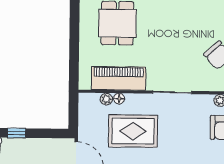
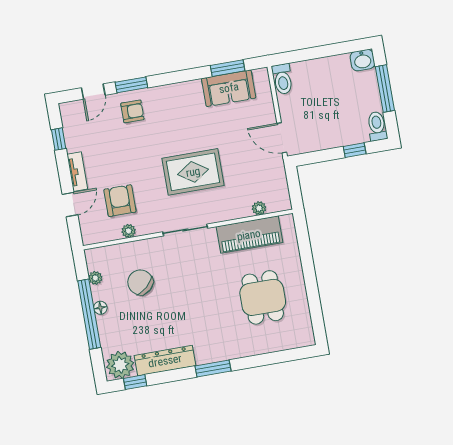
floor lamp: (119, 99) -> (245, 211), removed
rug: (133, 131) -> (193, 172), moved

